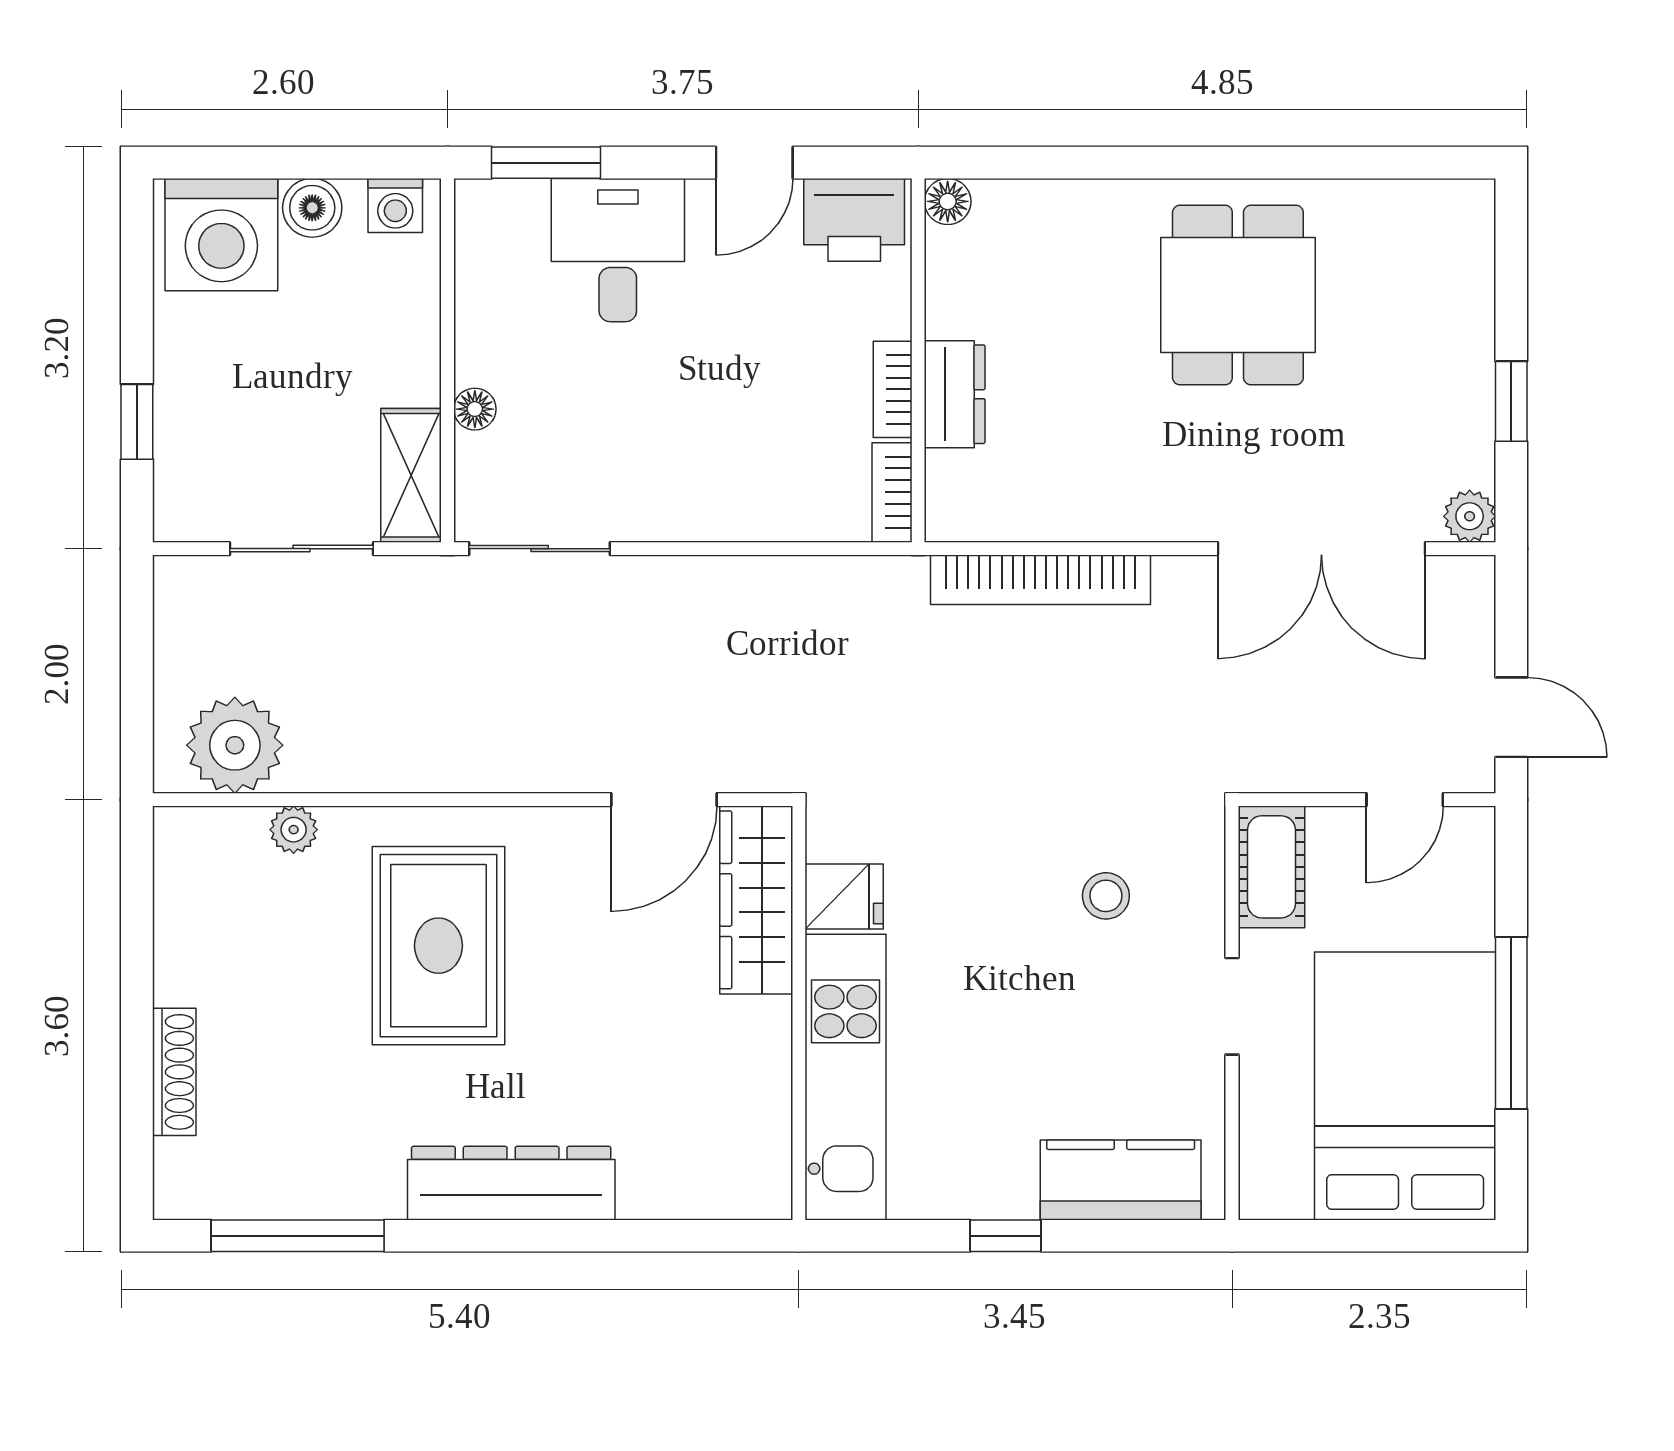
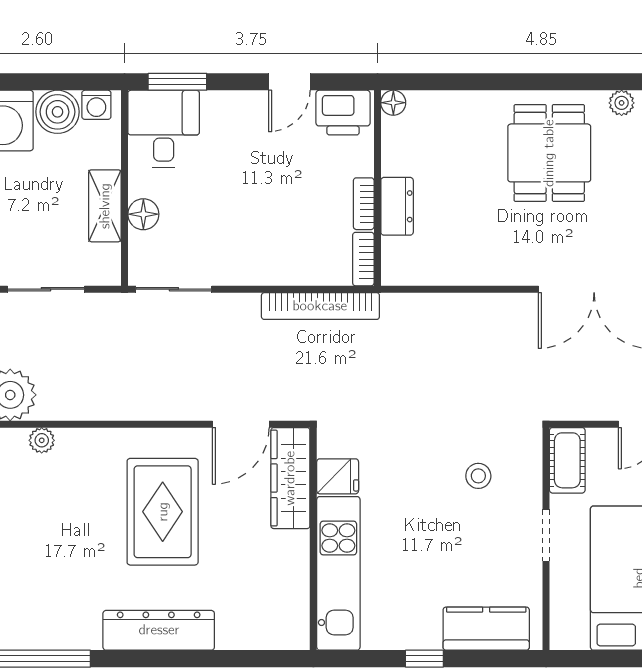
plant: (1372, 202) -> (622, 103), added
boiler: (312, 208) -> (58, 112), width x1.36, depth x1.36
desk: (618, 250) -> (164, 129), moved
floor lamp: (475, 409) -> (143, 214), width x1.37, depth x1.37
shelving: (411, 475) -> (105, 206), moved
bookcase: (1040, 580) -> (320, 306), moved
rug: (438, 946) -> (163, 512), moved

